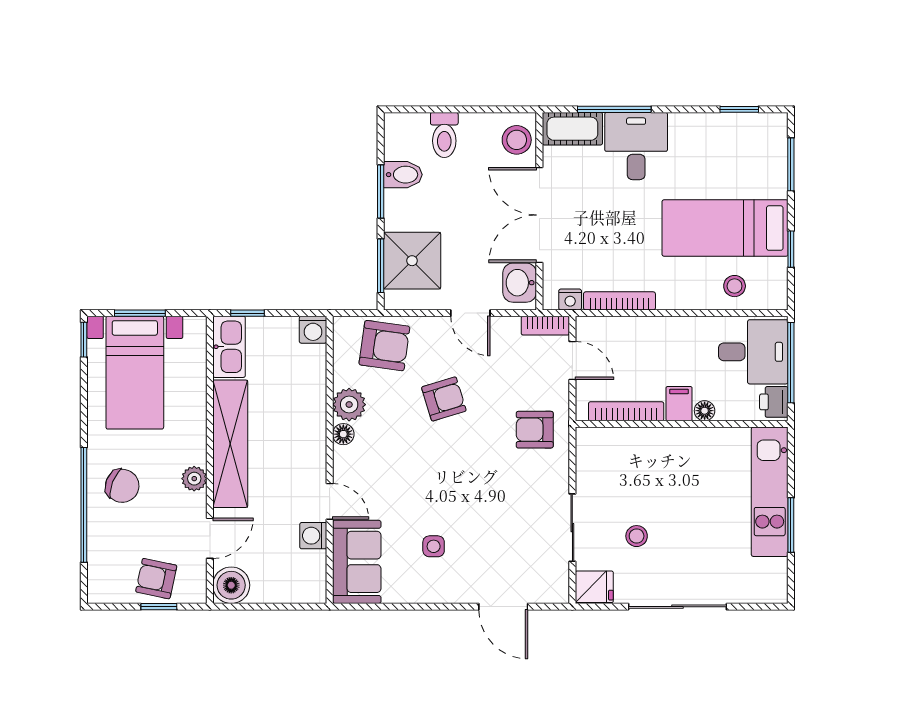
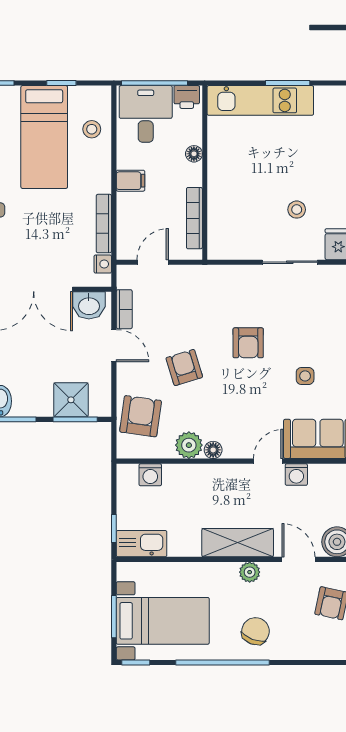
shower: (412, 261) -> (71, 400), width x0.73, depth x0.73
door: (470, 313) -> (114, 346), hinge flipped
bookcase: (545, 326) -> (124, 309), moved
washing machine: (313, 330) -> (150, 475), moved, turned 90
filing cabinet: (679, 404) -> (131, 181), moved, turned 180
armchair: (535, 430) -> (248, 343), moved
shelving: (230, 444) -> (238, 543), width x0.68
window: (84, 505) -> (223, 662), moved

